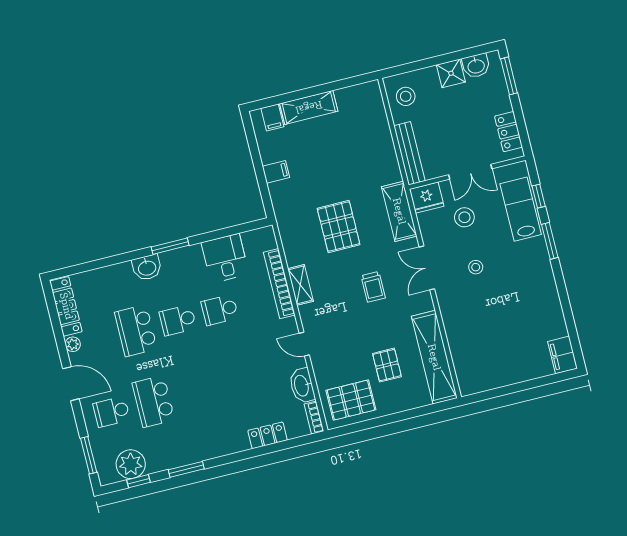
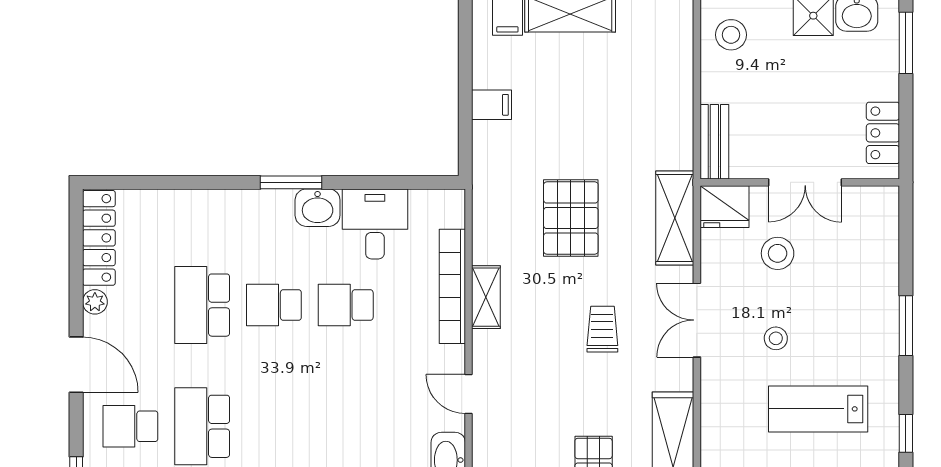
bench: (409, 153) -> (714, 142), width x0.73
window: (539, 196) -> (906, 433), moved
lab bench: (521, 209) -> (818, 409), moved, turned -90
washbasin: (147, 268) -> (318, 208), moved
trolley: (373, 287) -> (602, 329), turned 180

